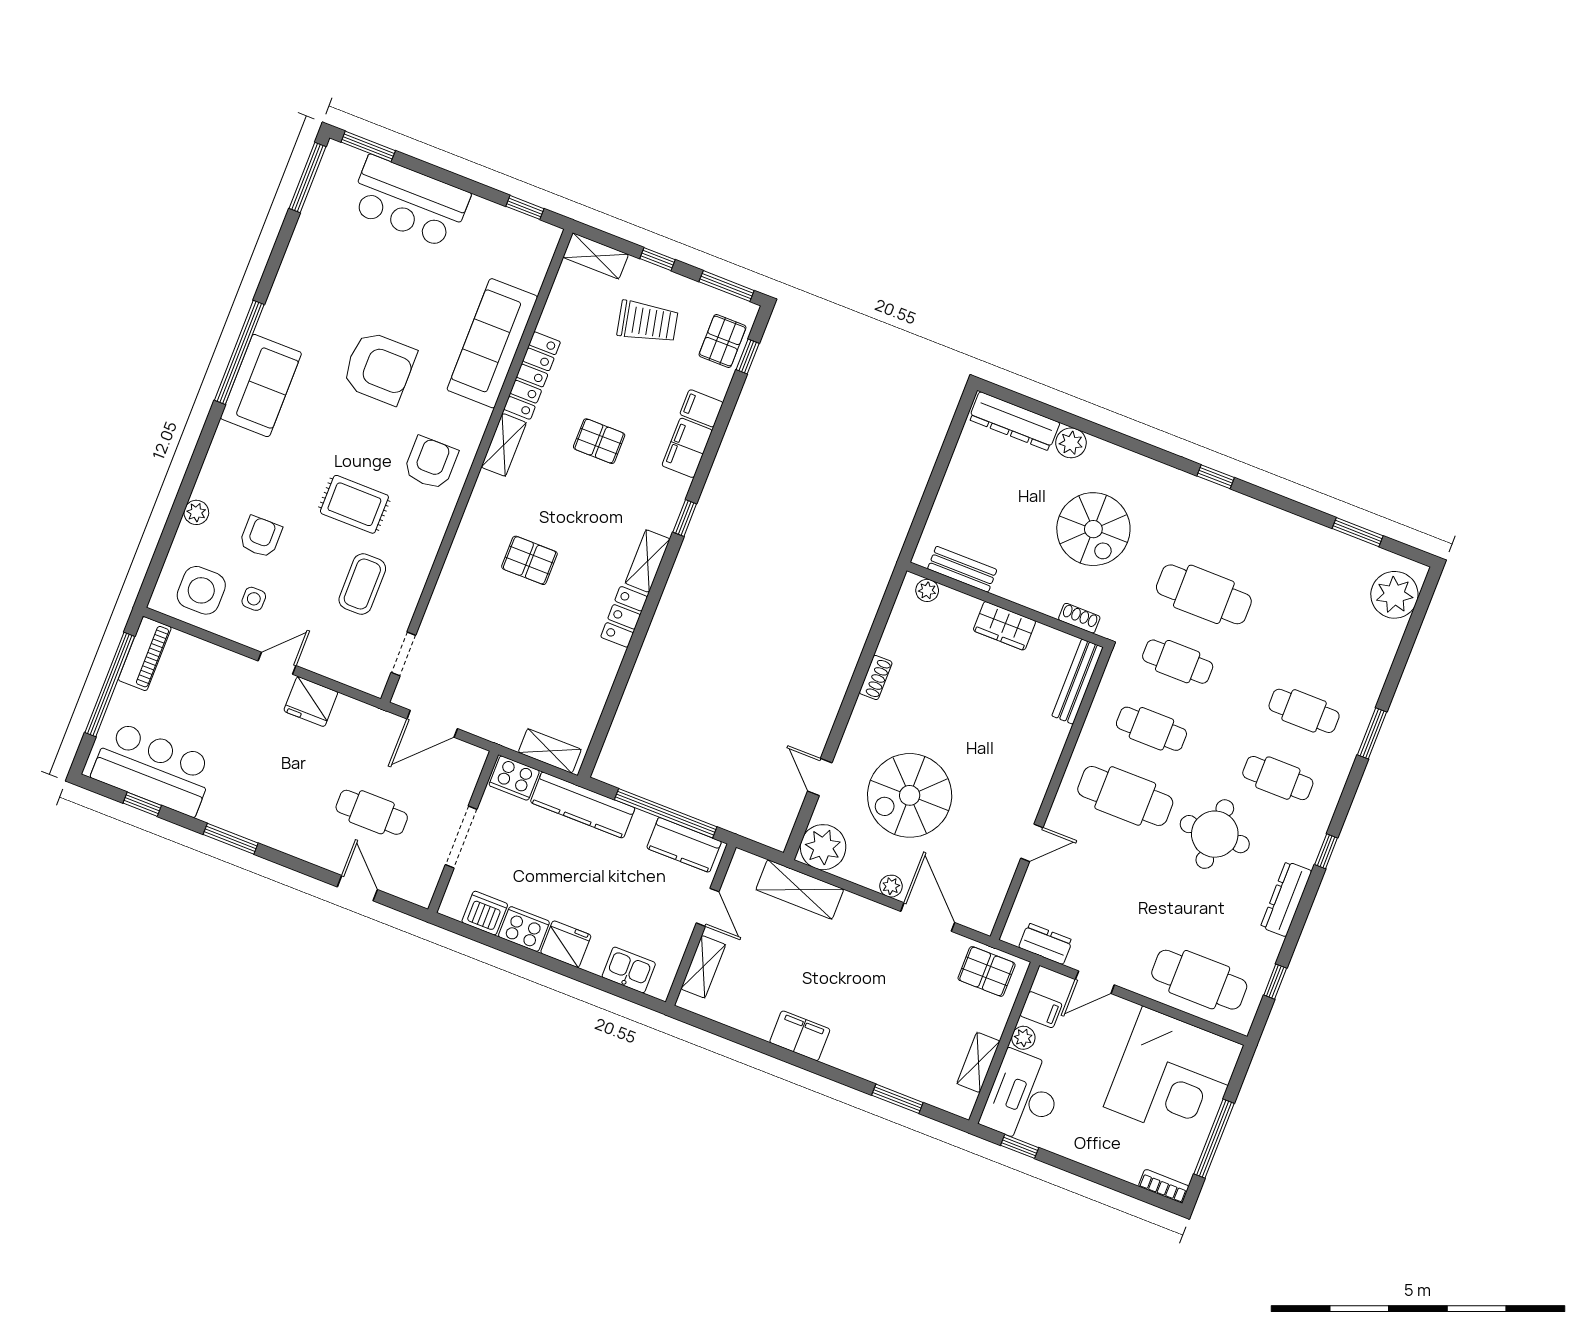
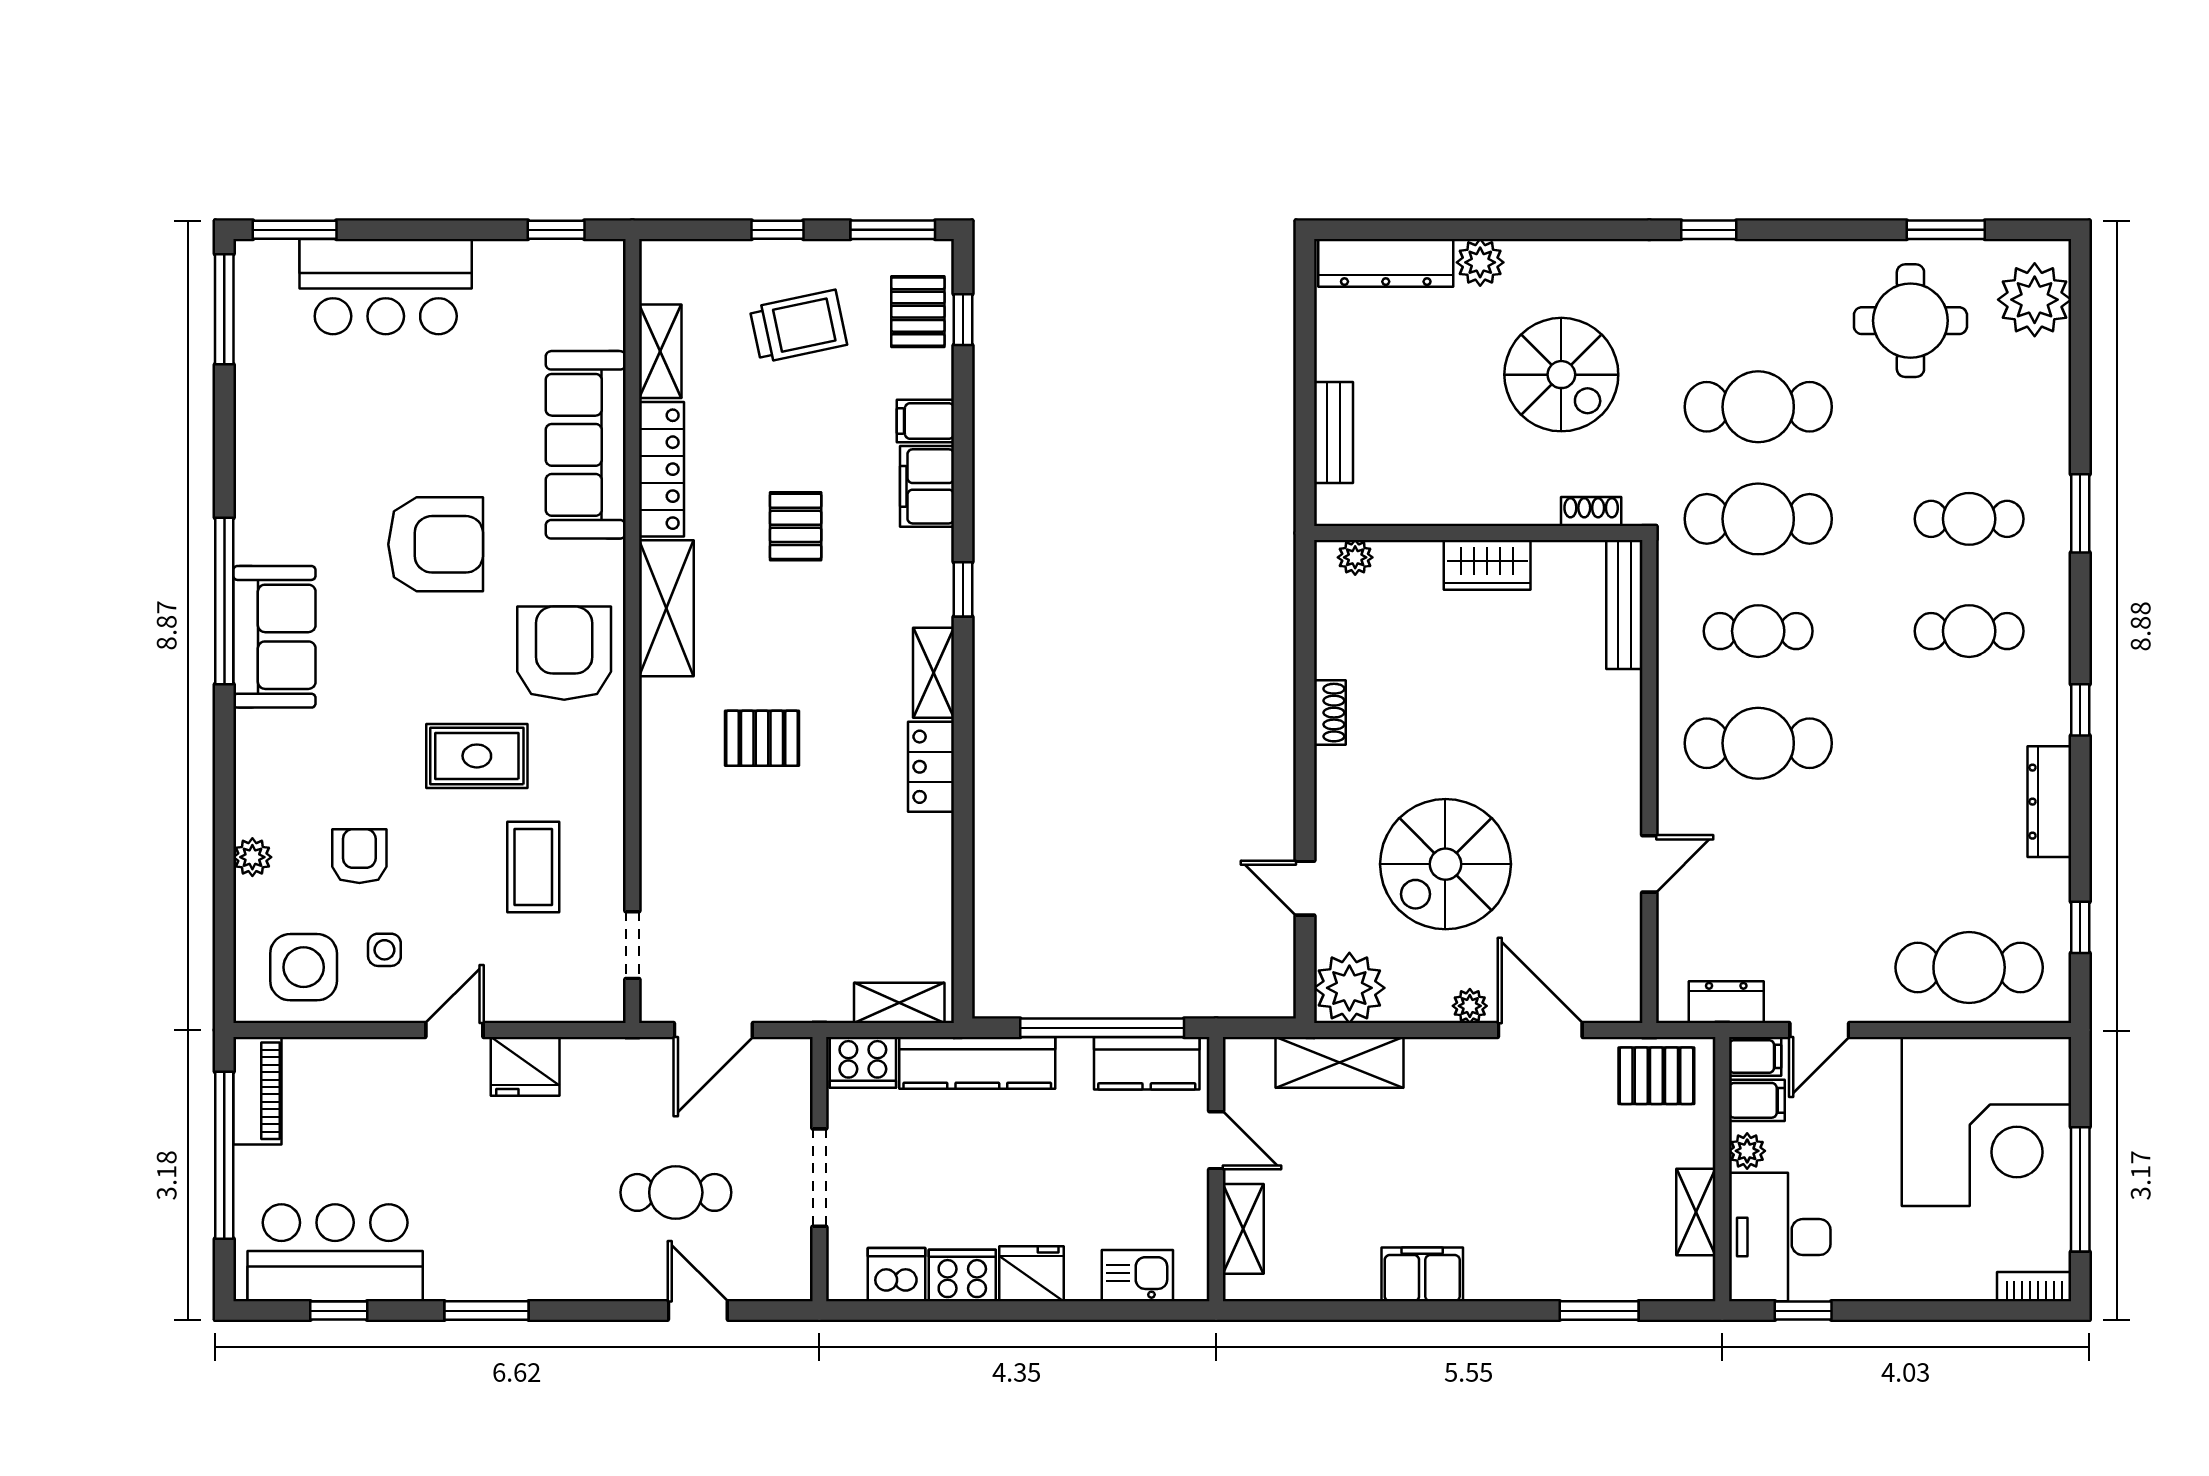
shelving: (596, 256) -> (660, 351), moved, turned 90
pallet: (599, 441) -> (796, 526), turned 90
shelving: (504, 445) -> (666, 608), width x1.50, depth x1.33
armchair: (431, 463) -> (564, 653), width x1.36, depth x1.36
bench: (962, 569) -> (1333, 432), moved, turned 90
cafe table: (1178, 662) -> (1758, 519), width x1.37, depth x1.35
round table: (1215, 834) -> (1910, 321), moved
filing cabinet: (1050, 983) -> (1755, 1056), added

